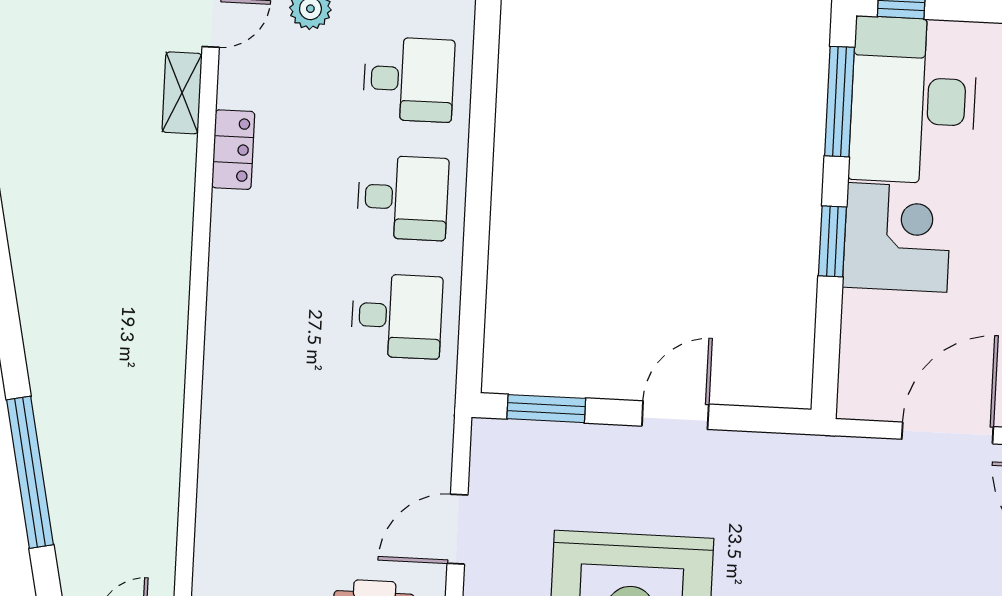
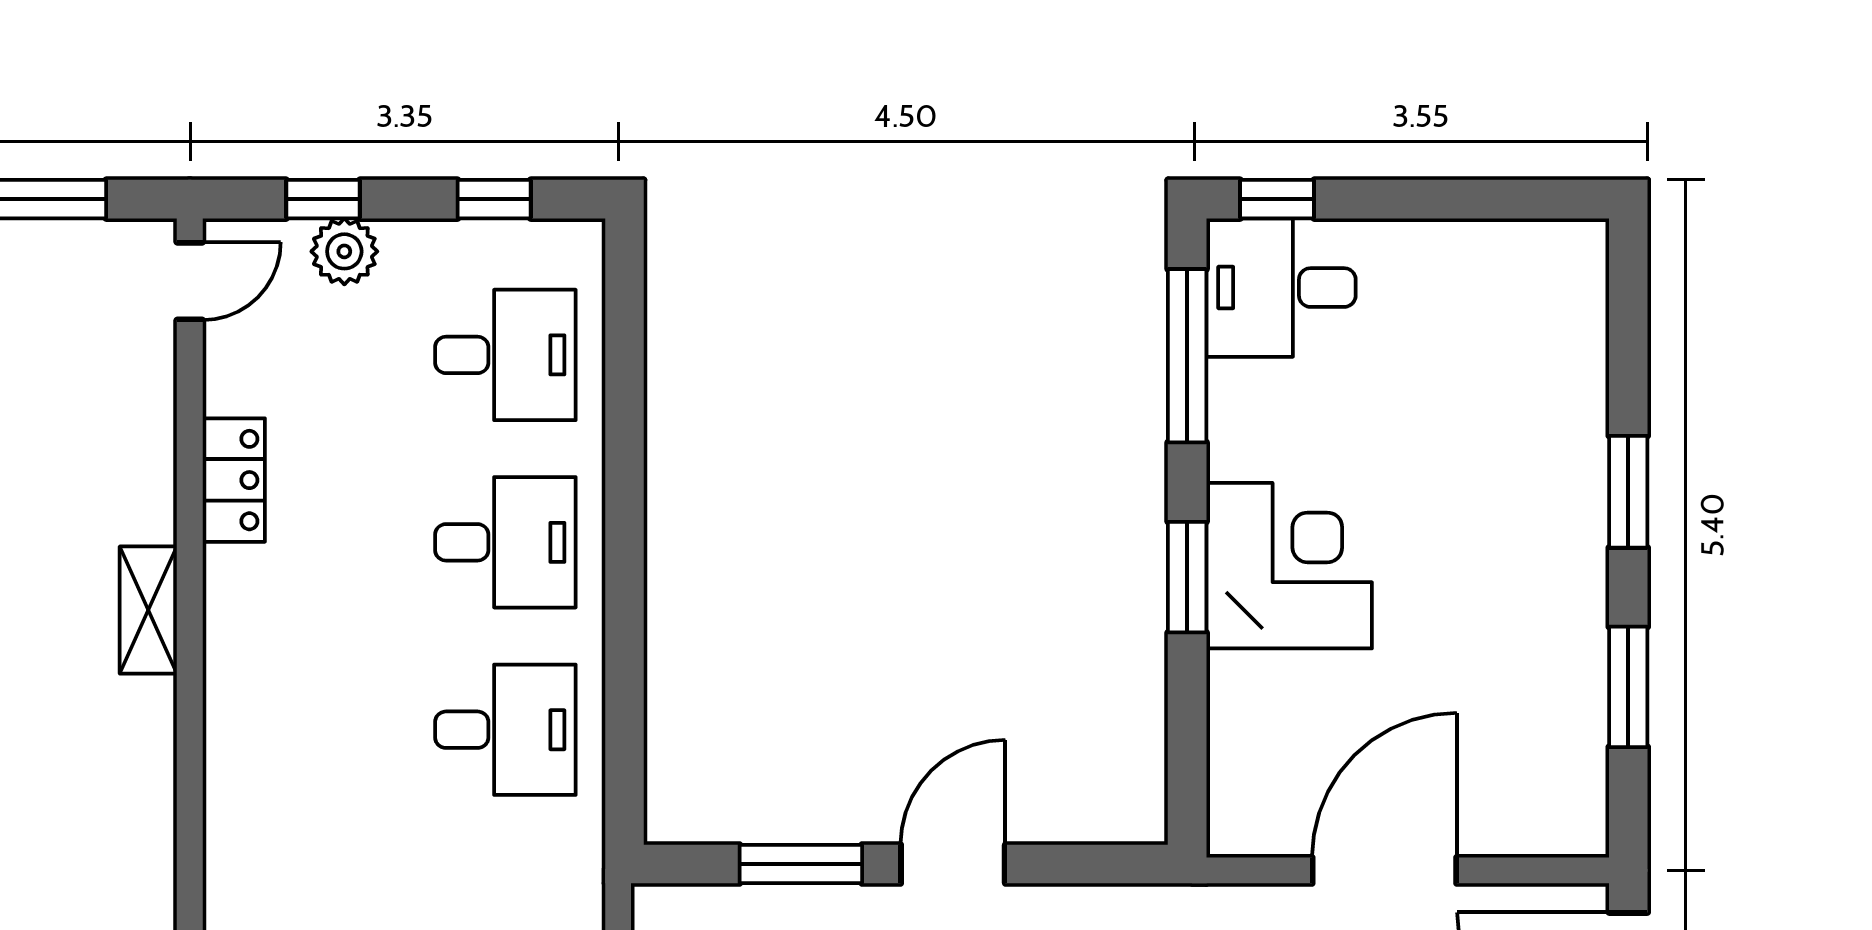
shelving: (182, 93) -> (148, 610), moved
desk: (913, 100) -> (1281, 288), width x0.53, depth x0.77
window: (546, 409) -> (801, 864), moved

